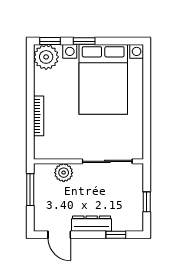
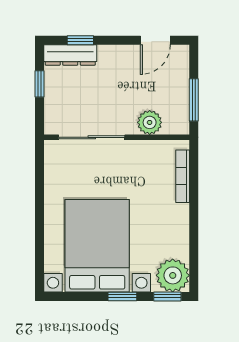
bookcase: (39, 116) -> (183, 176), moved
dresser: (92, 224) -> (70, 55), moved
door: (59, 235) -> (155, 40), swing flipped

